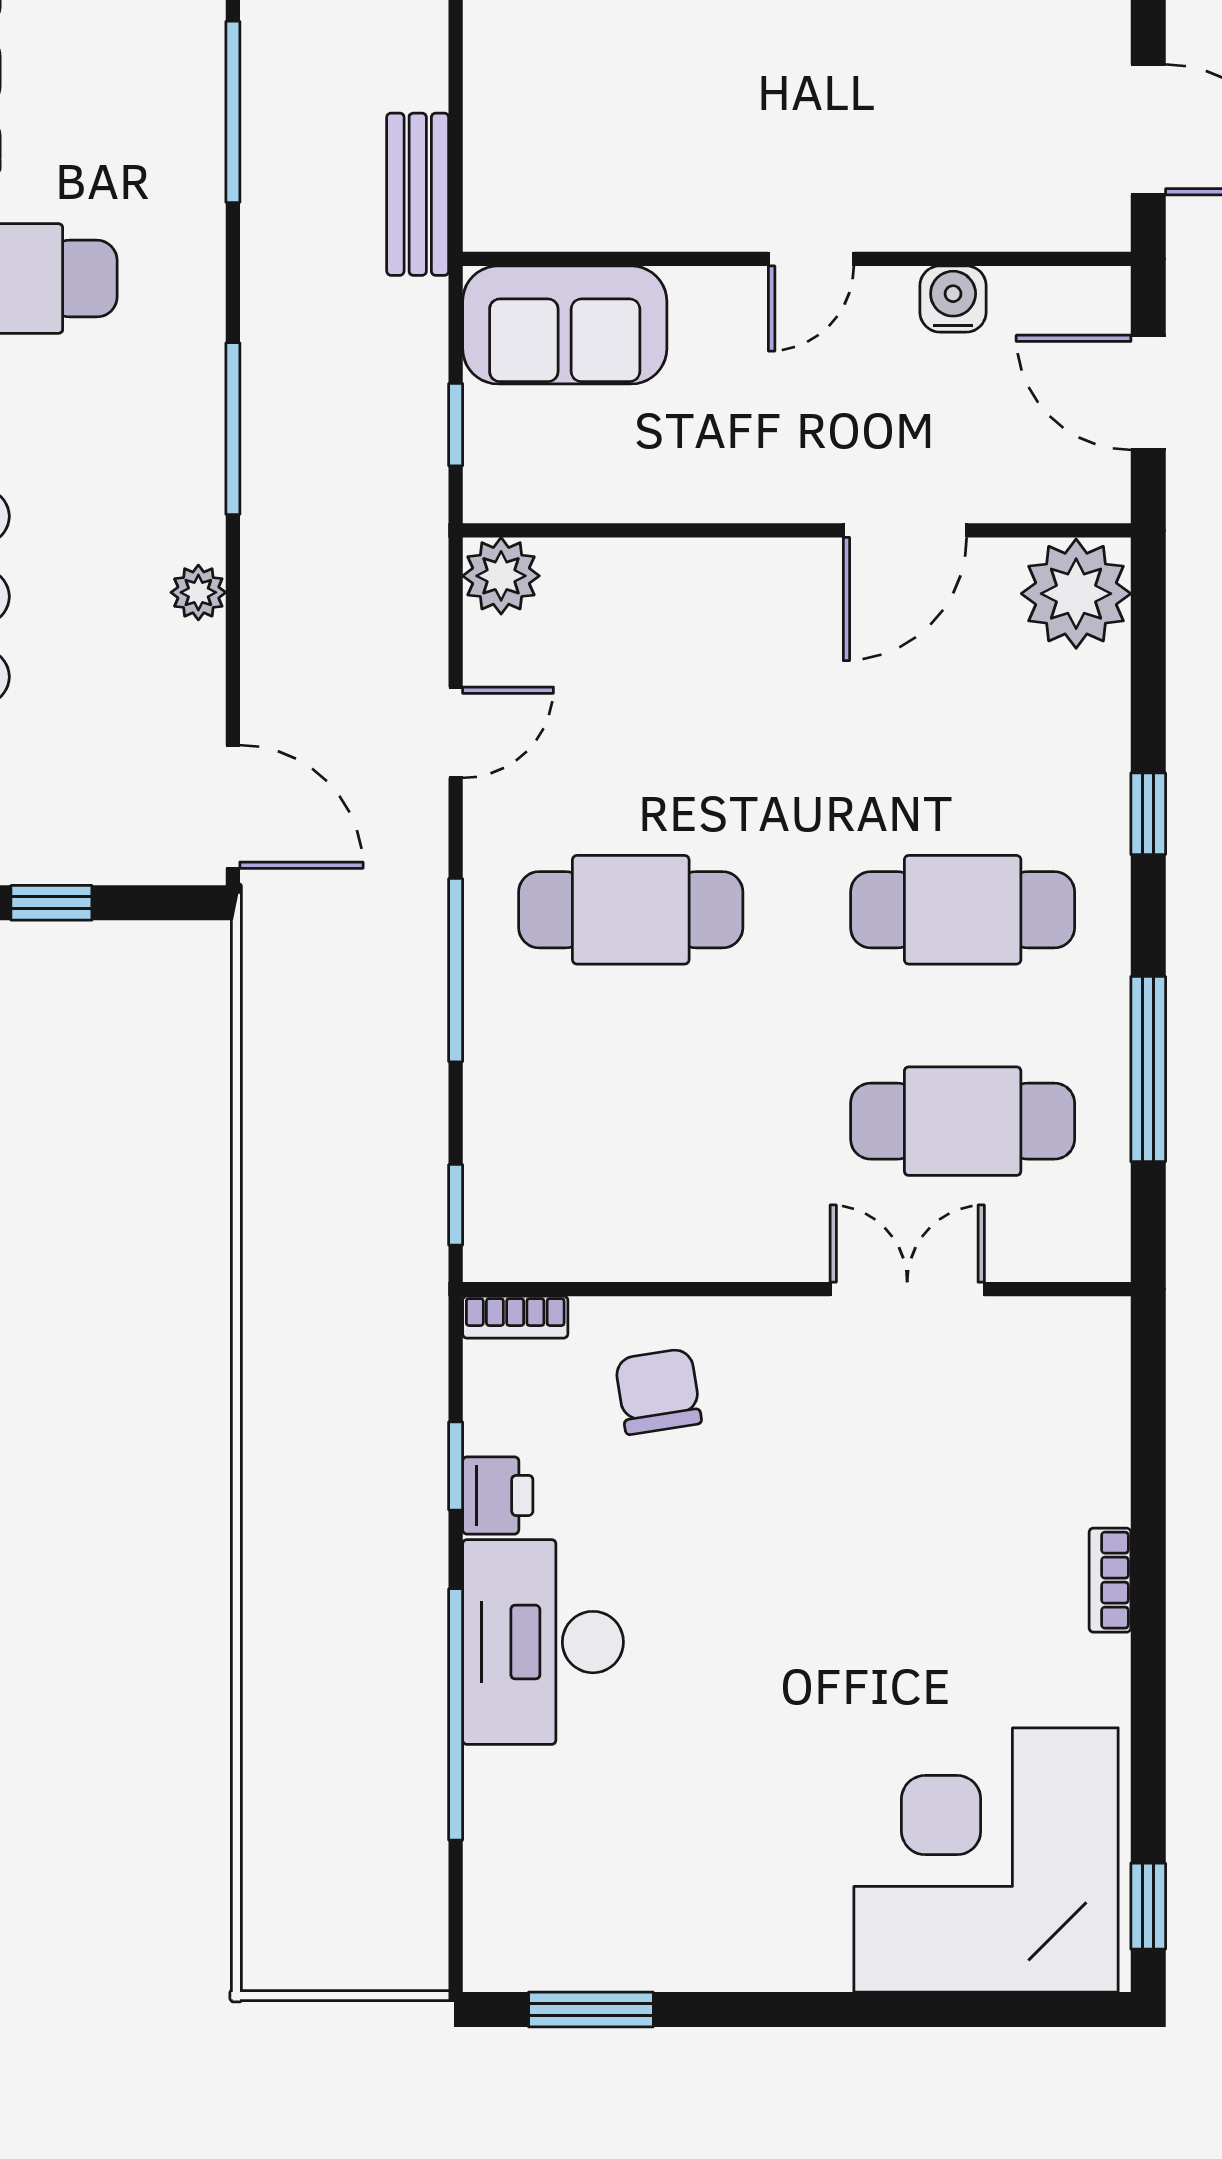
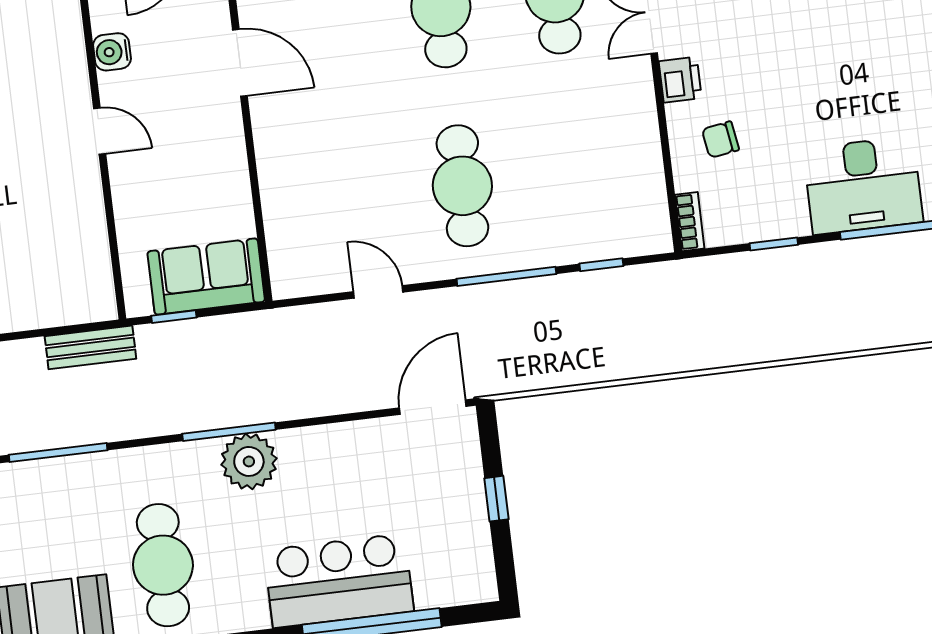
sofa: (565, 325) -> (206, 277), moved, turned -90
window: (456, 425) -> (174, 317), moved
plant: (501, 576) -> (291, 278), removed
plant: (198, 592) -> (249, 461), moved, width x1.88, depth x1.88
window: (456, 1205) -> (601, 265), moved
chair: (658, 1391) -> (720, 140), width x0.73, depth x0.73
printer: (498, 1495) -> (680, 80), moved, turned 90

